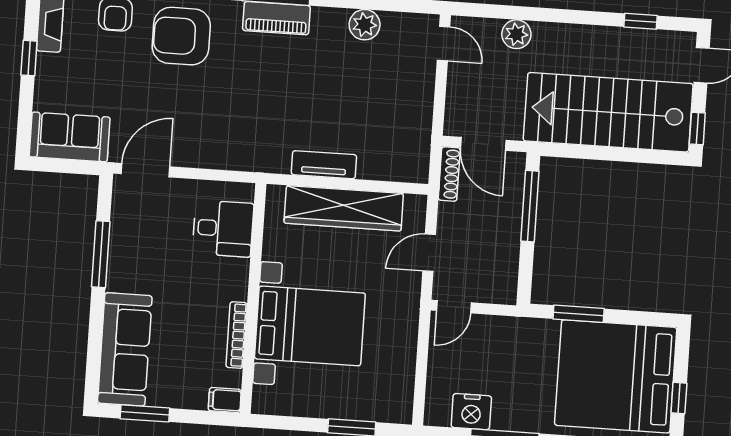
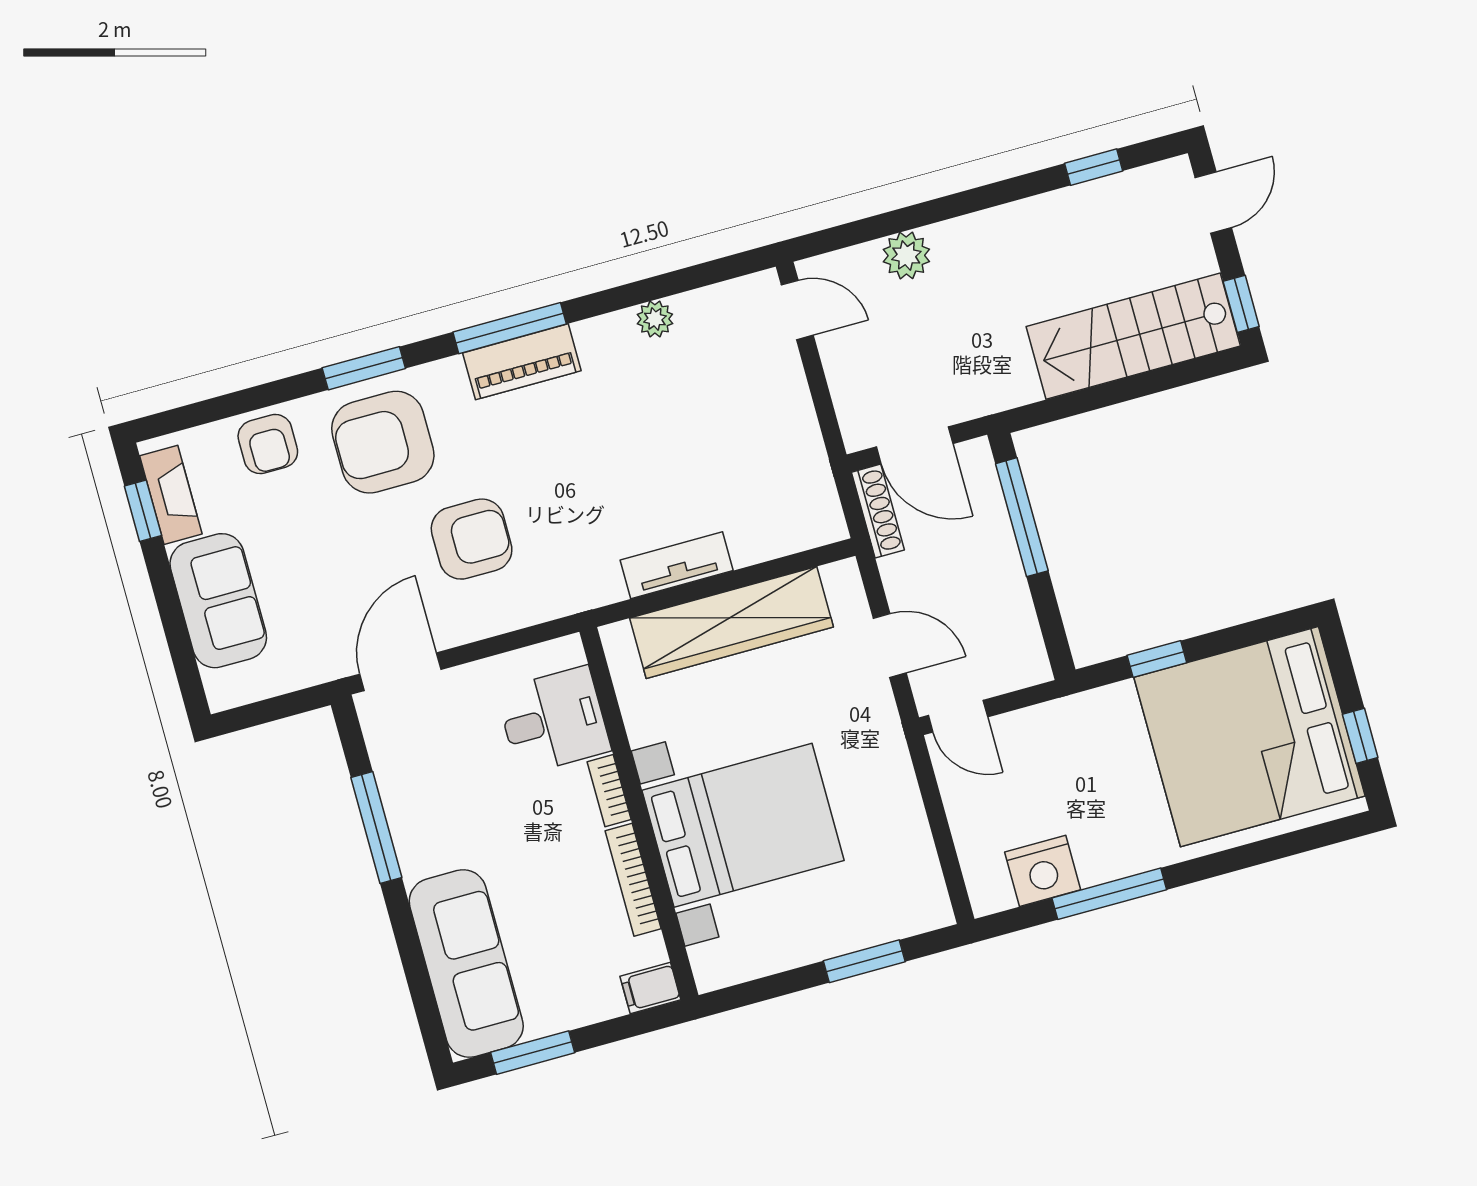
plant: (365, 25) -> (655, 319), width x0.73, depth x0.73
window: (29, 58) -> (143, 511), moved
armchair: (212, 109) -> (472, 539), added
stairs: (608, 112) -> (1133, 336), width x0.73, depth x0.66
sofa: (70, 137) -> (218, 601), moved, turned 90
door: (429, 253) -> (890, 646), swing flipped
bookcase: (241, 280) -> (609, 791), added
door: (454, 307) -> (958, 716), hinge flipped
window: (579, 314) -> (1157, 659), width x0.67

